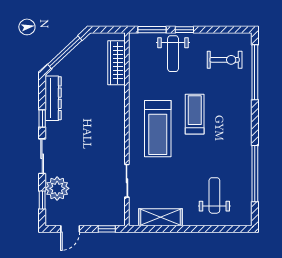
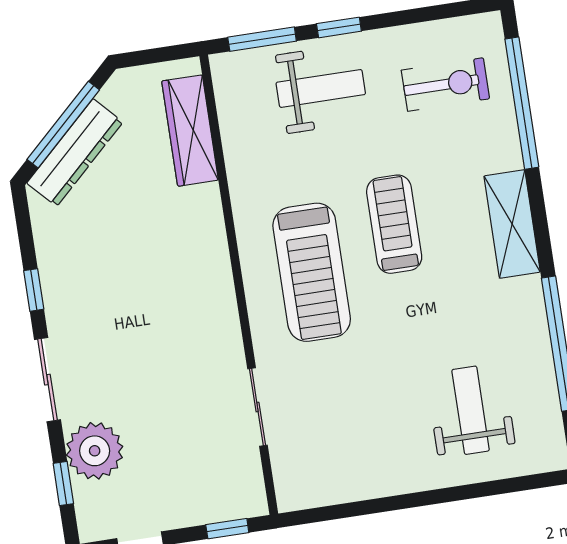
weight bench: (173, 54) -> (321, 88), turned -90
dresser: (53, 98) -> (75, 153), moved, turned 47
shelving: (161, 217) -> (512, 224), moved, turned 90

